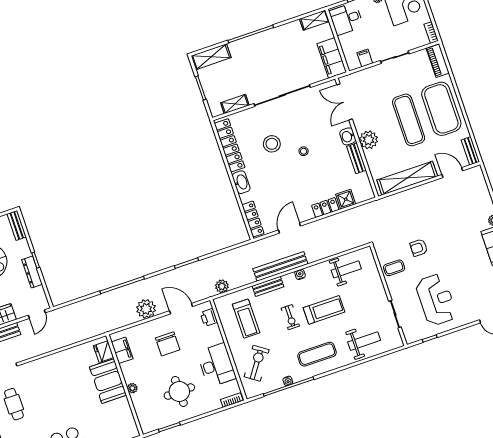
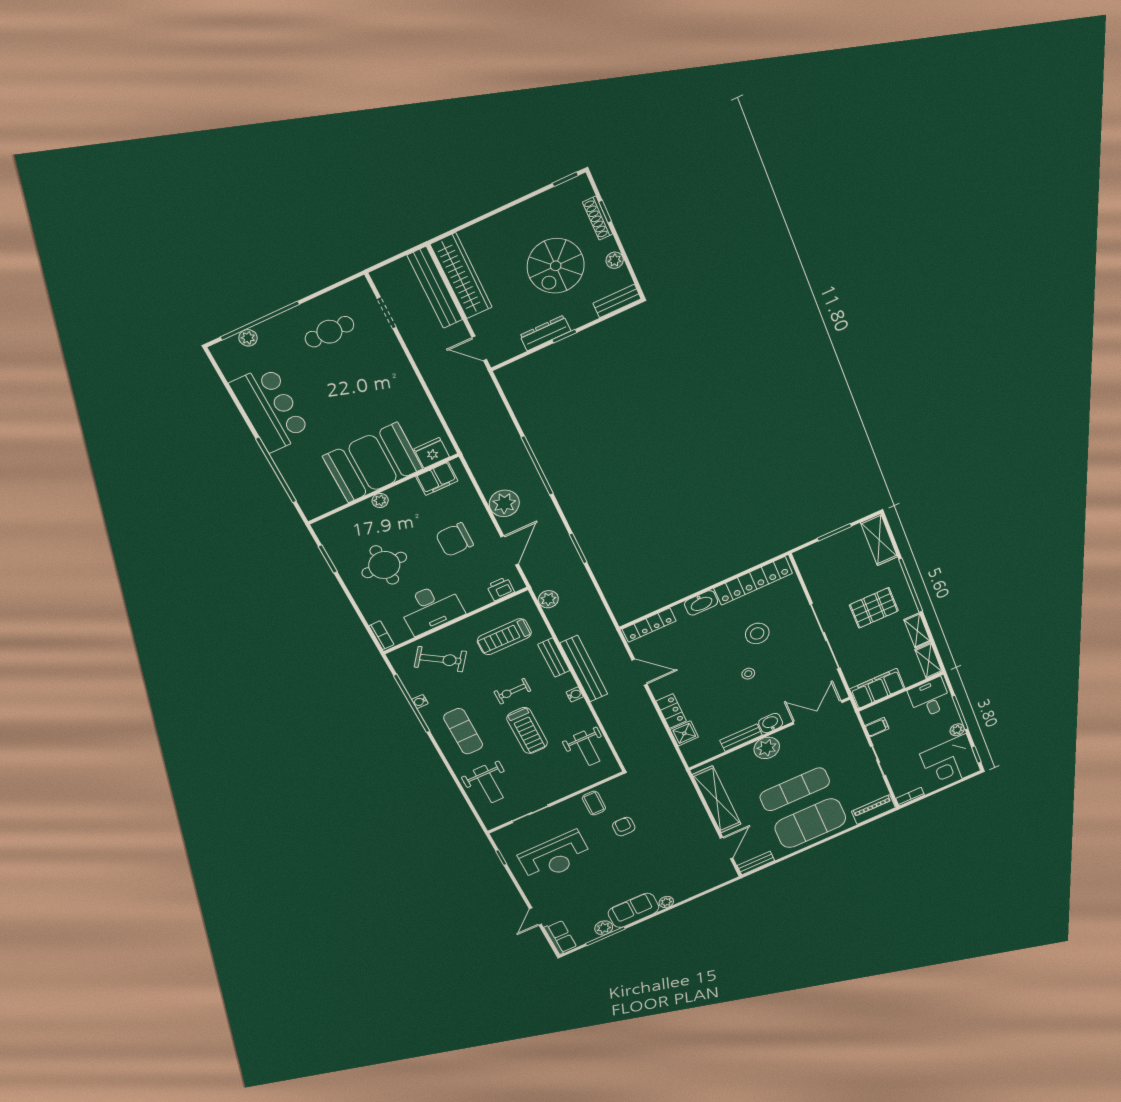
pallet: (264, 60) -> (874, 608), added
shelving: (235, 104) -> (917, 631), moved
booth: (108, 381) -> (373, 463), width x1.36, depth x1.42

